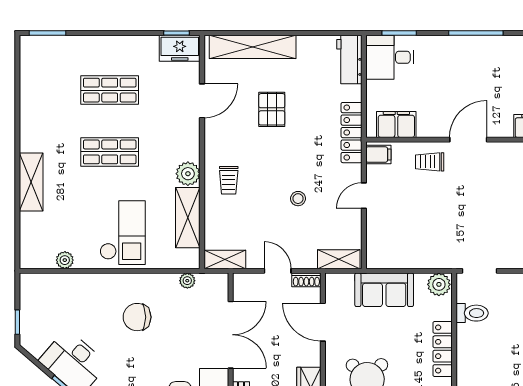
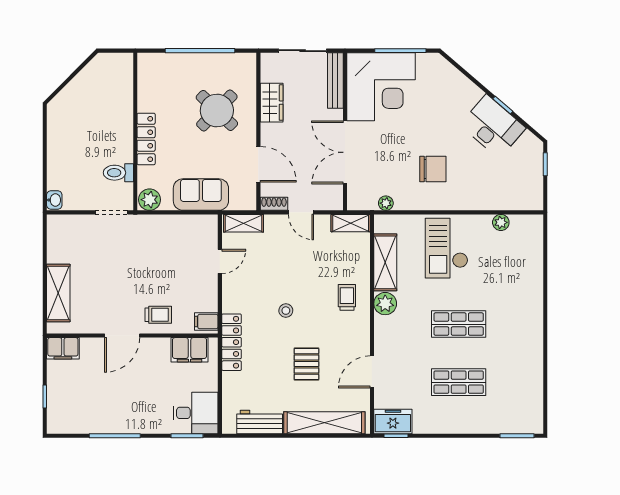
workbench: (349, 60) -> (260, 422), moved, turned -90
shelving: (31, 182) -> (532, 296), removed
door: (364, 196) -> (220, 261), moved
stool: (298, 199) -> (286, 311), moved

